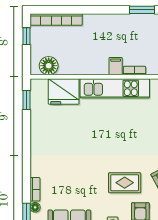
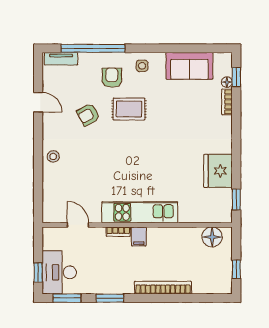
bookcase: (56, 19) -> (163, 288), moved
fridge: (64, 91) -> (218, 171), moved, turned -90

